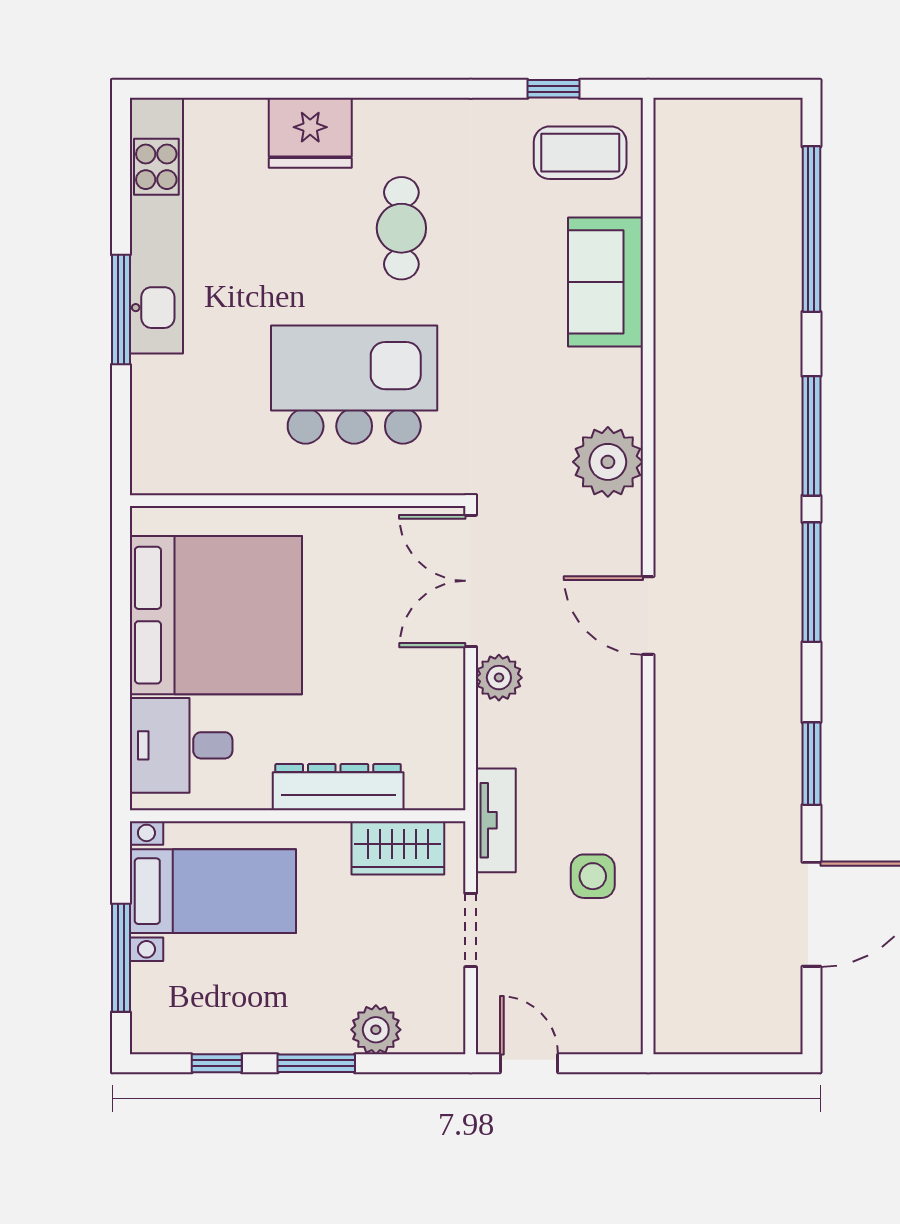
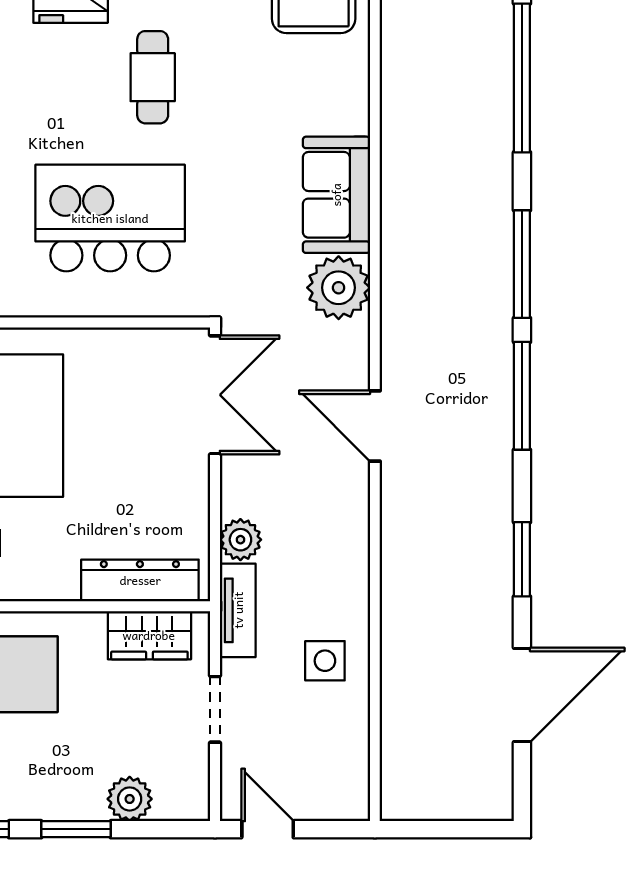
sofa: (605, 282) -> (336, 195), moved
double door: (471, 581) -> (215, 395), swing flipped
plant: (499, 678) -> (240, 540), moved
dresser: (338, 787) -> (140, 580), moved

